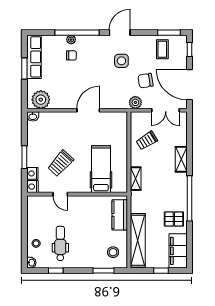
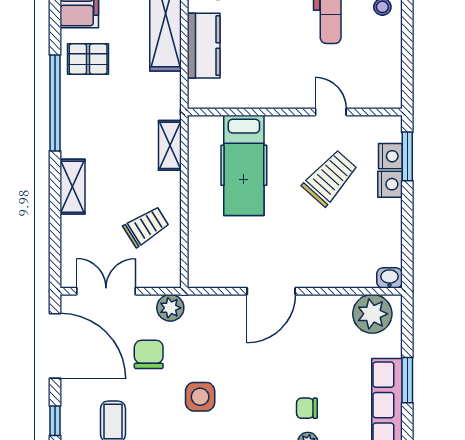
chair: (146, 81) -> (149, 354), turned -81
window: (24, 157) -> (407, 156), moved
nightstand: (33, 187) -> (390, 184), moved
kitchen counter: (120, 215) -> (204, 46), moved

